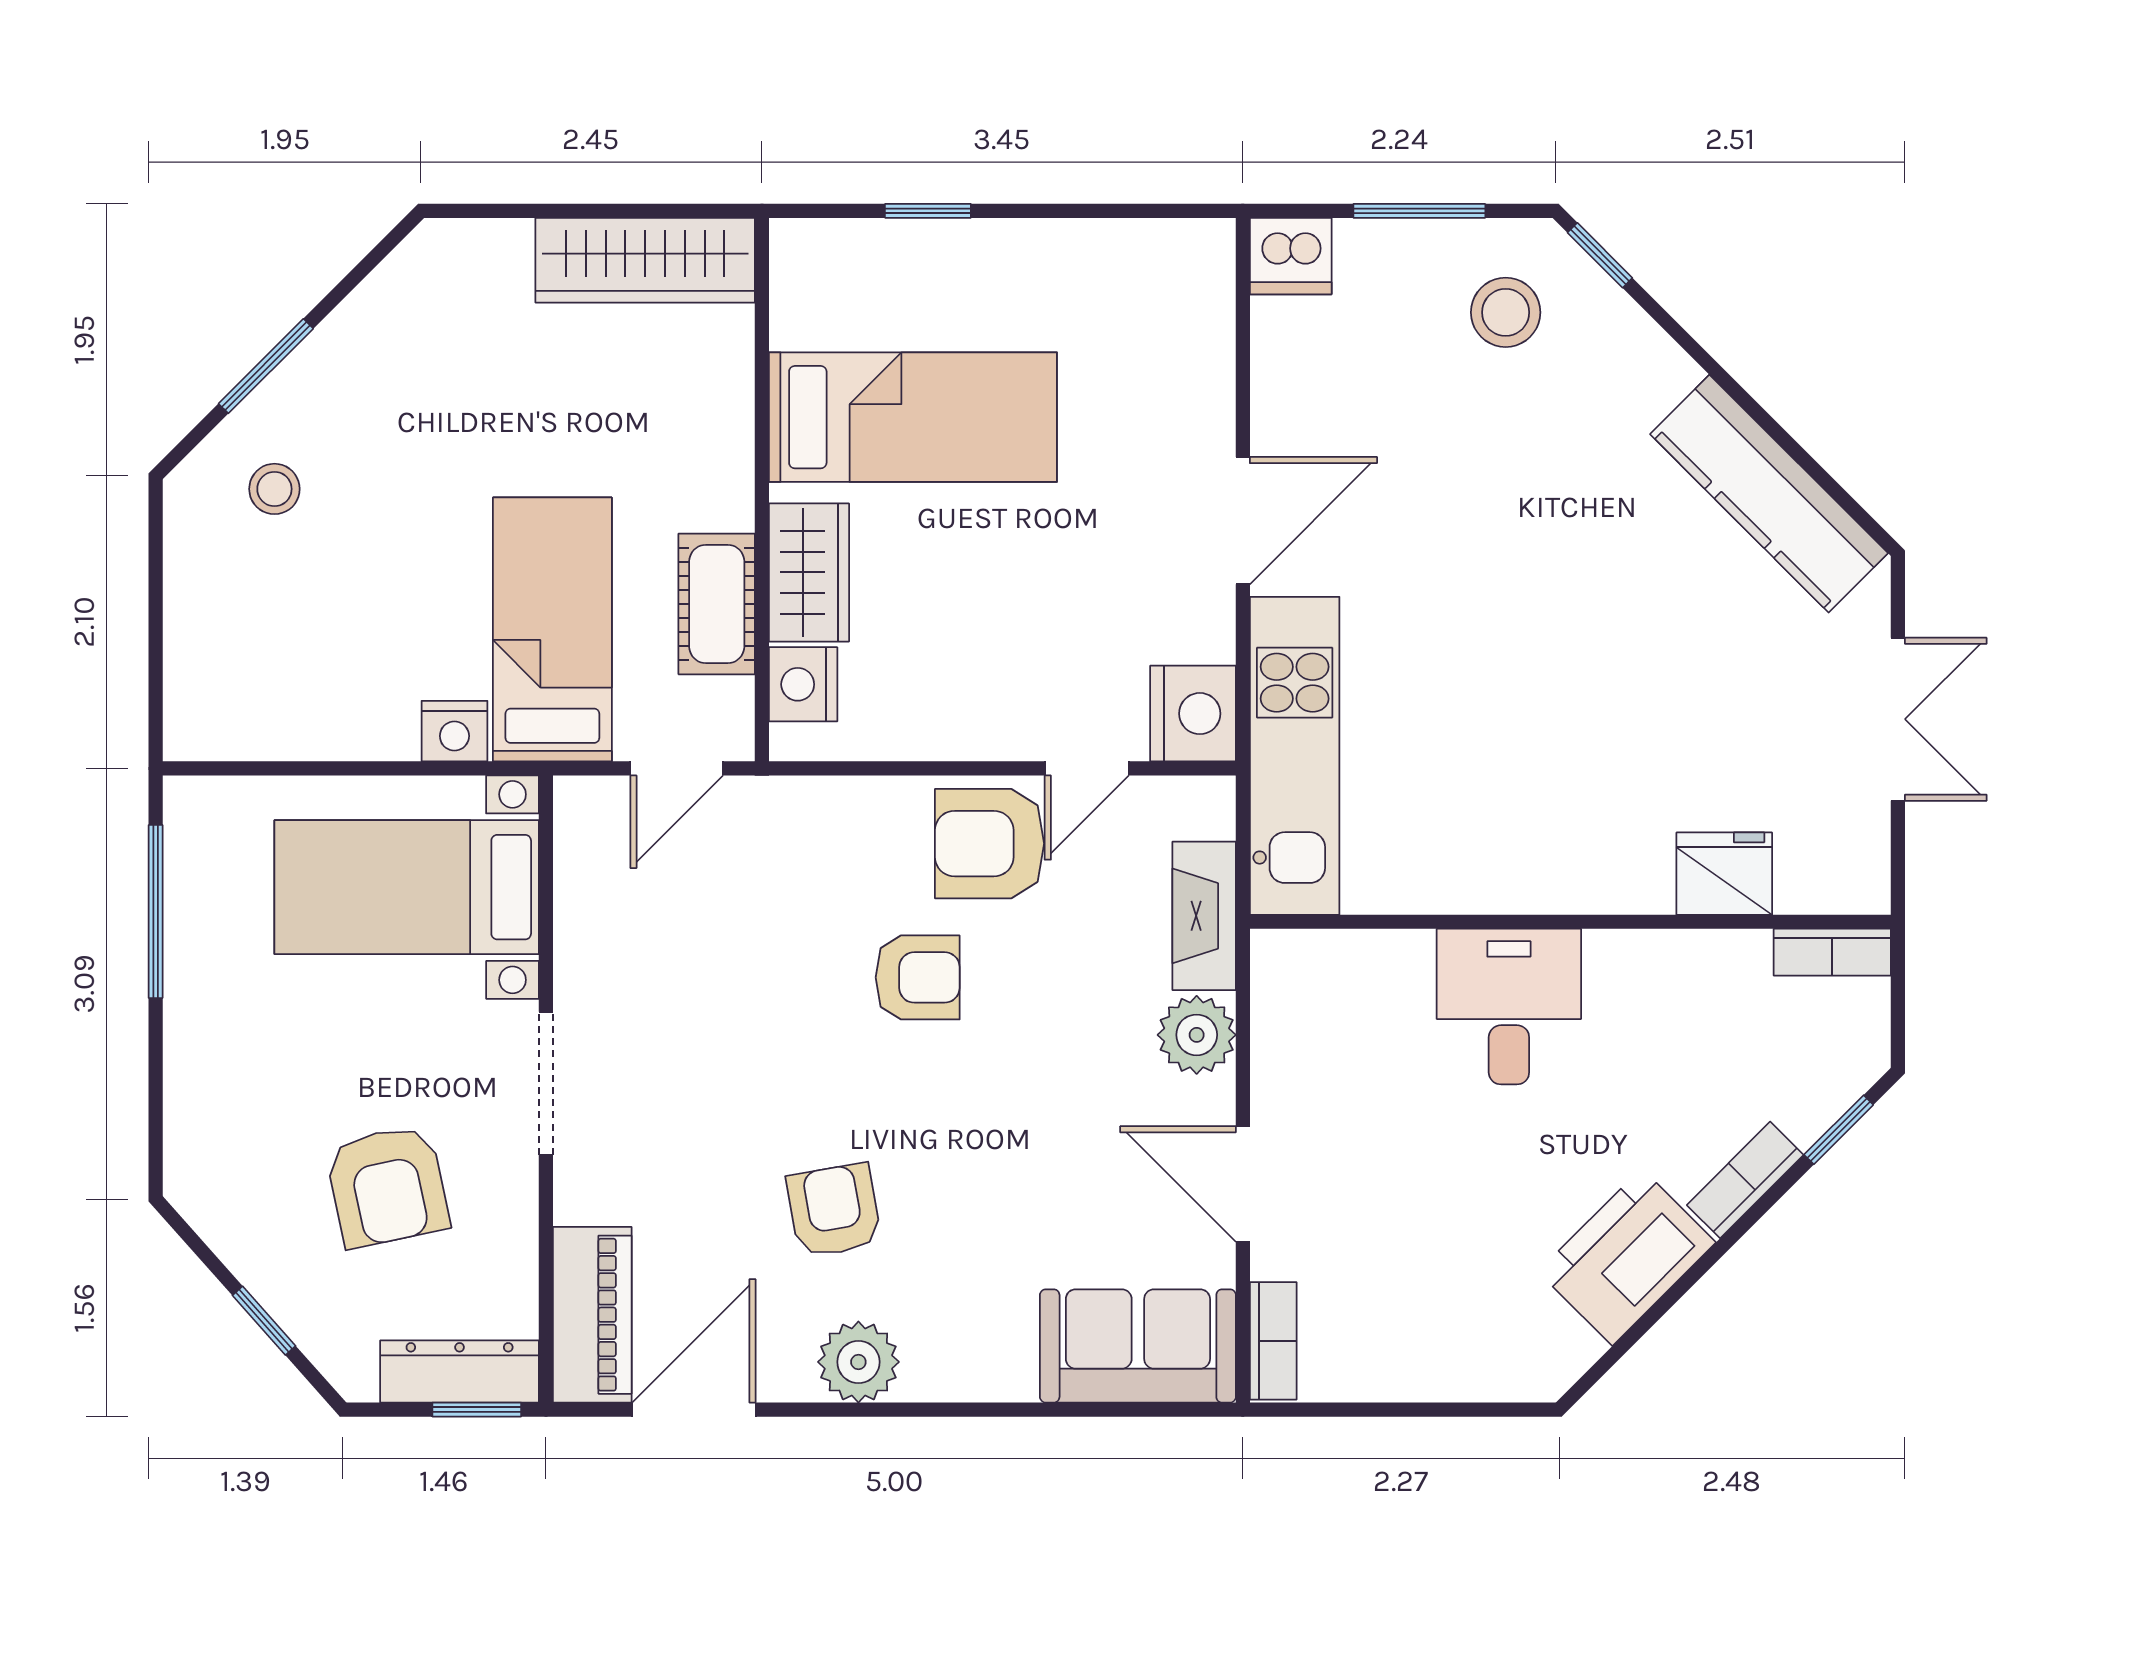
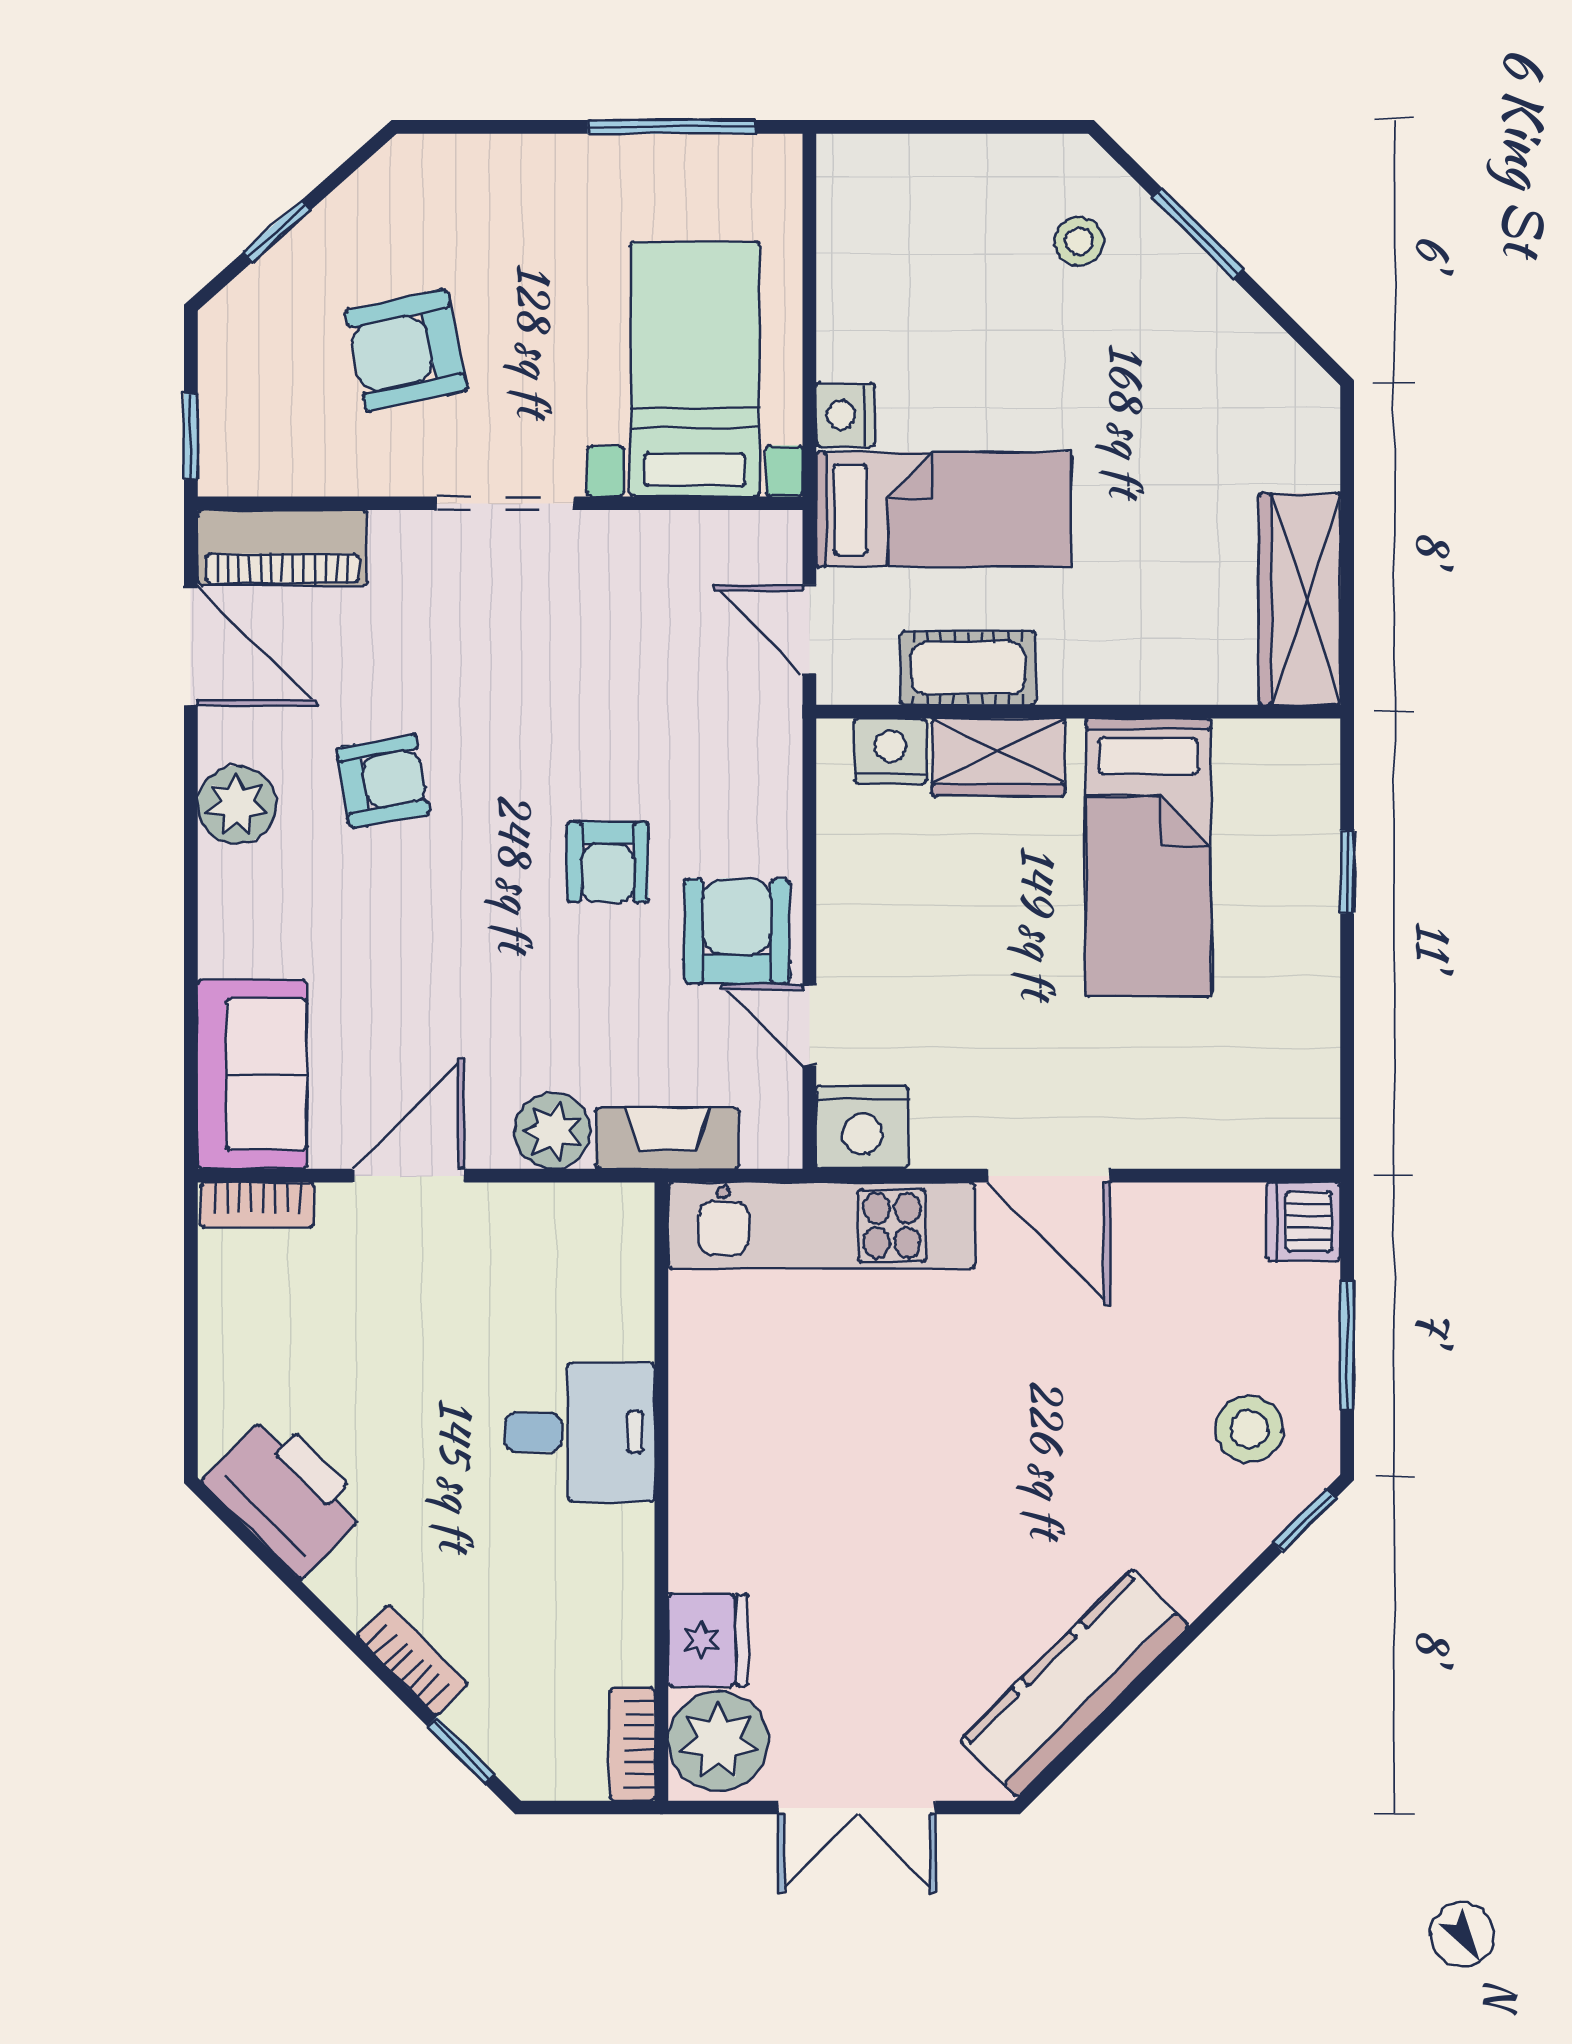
plant: (1829, 863) -> (718, 1741), added
printer: (1627, 1257) -> (286, 1494), moved
dresser: (460, 1372) -> (228, 420), removed

